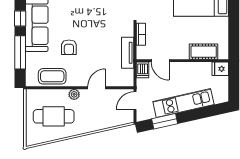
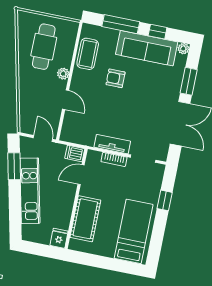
cot: (204, 52) -> (85, 219), width x1.37, depth x1.34
tv unit: (128, 53) -> (112, 144), moved

